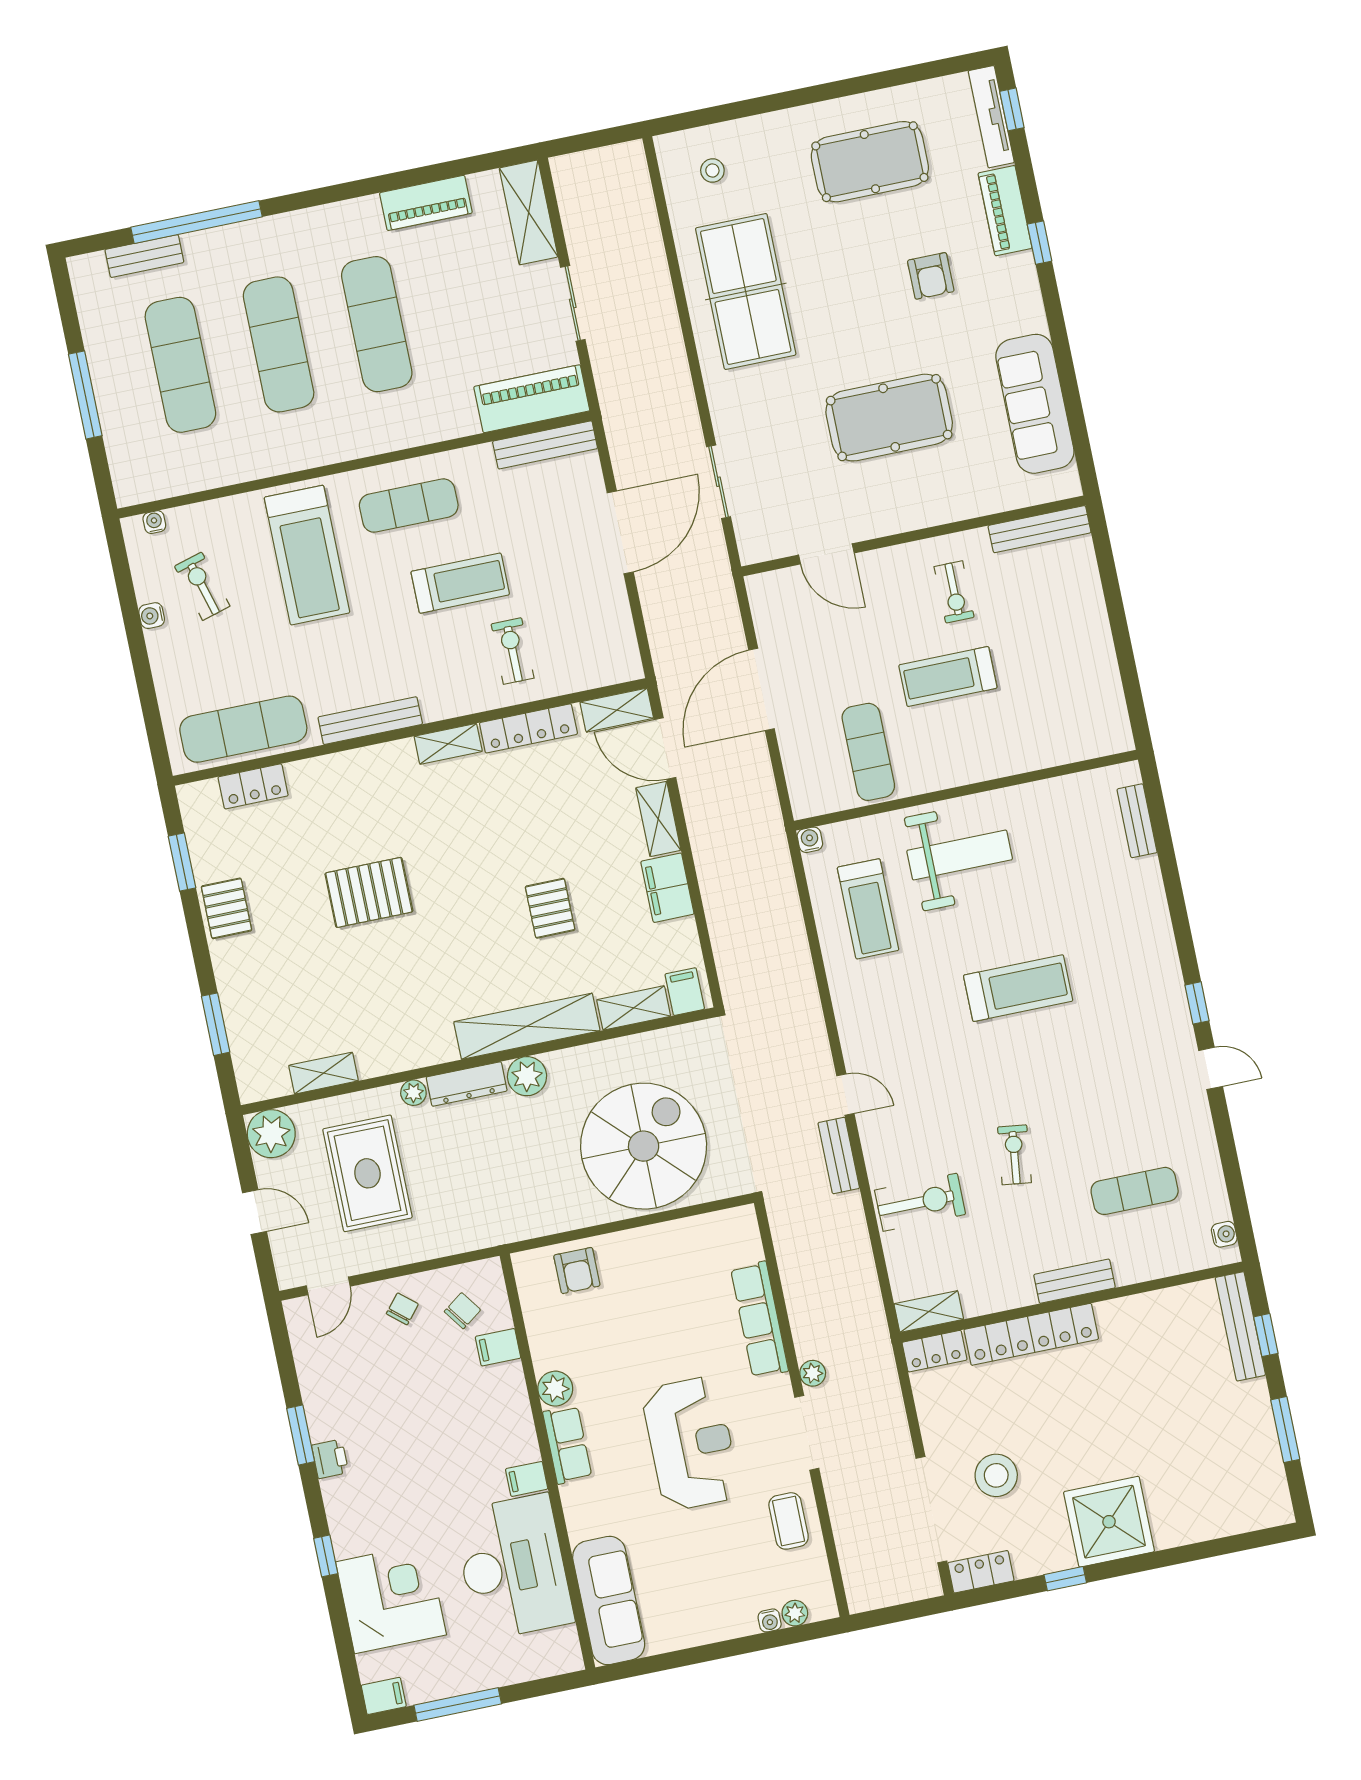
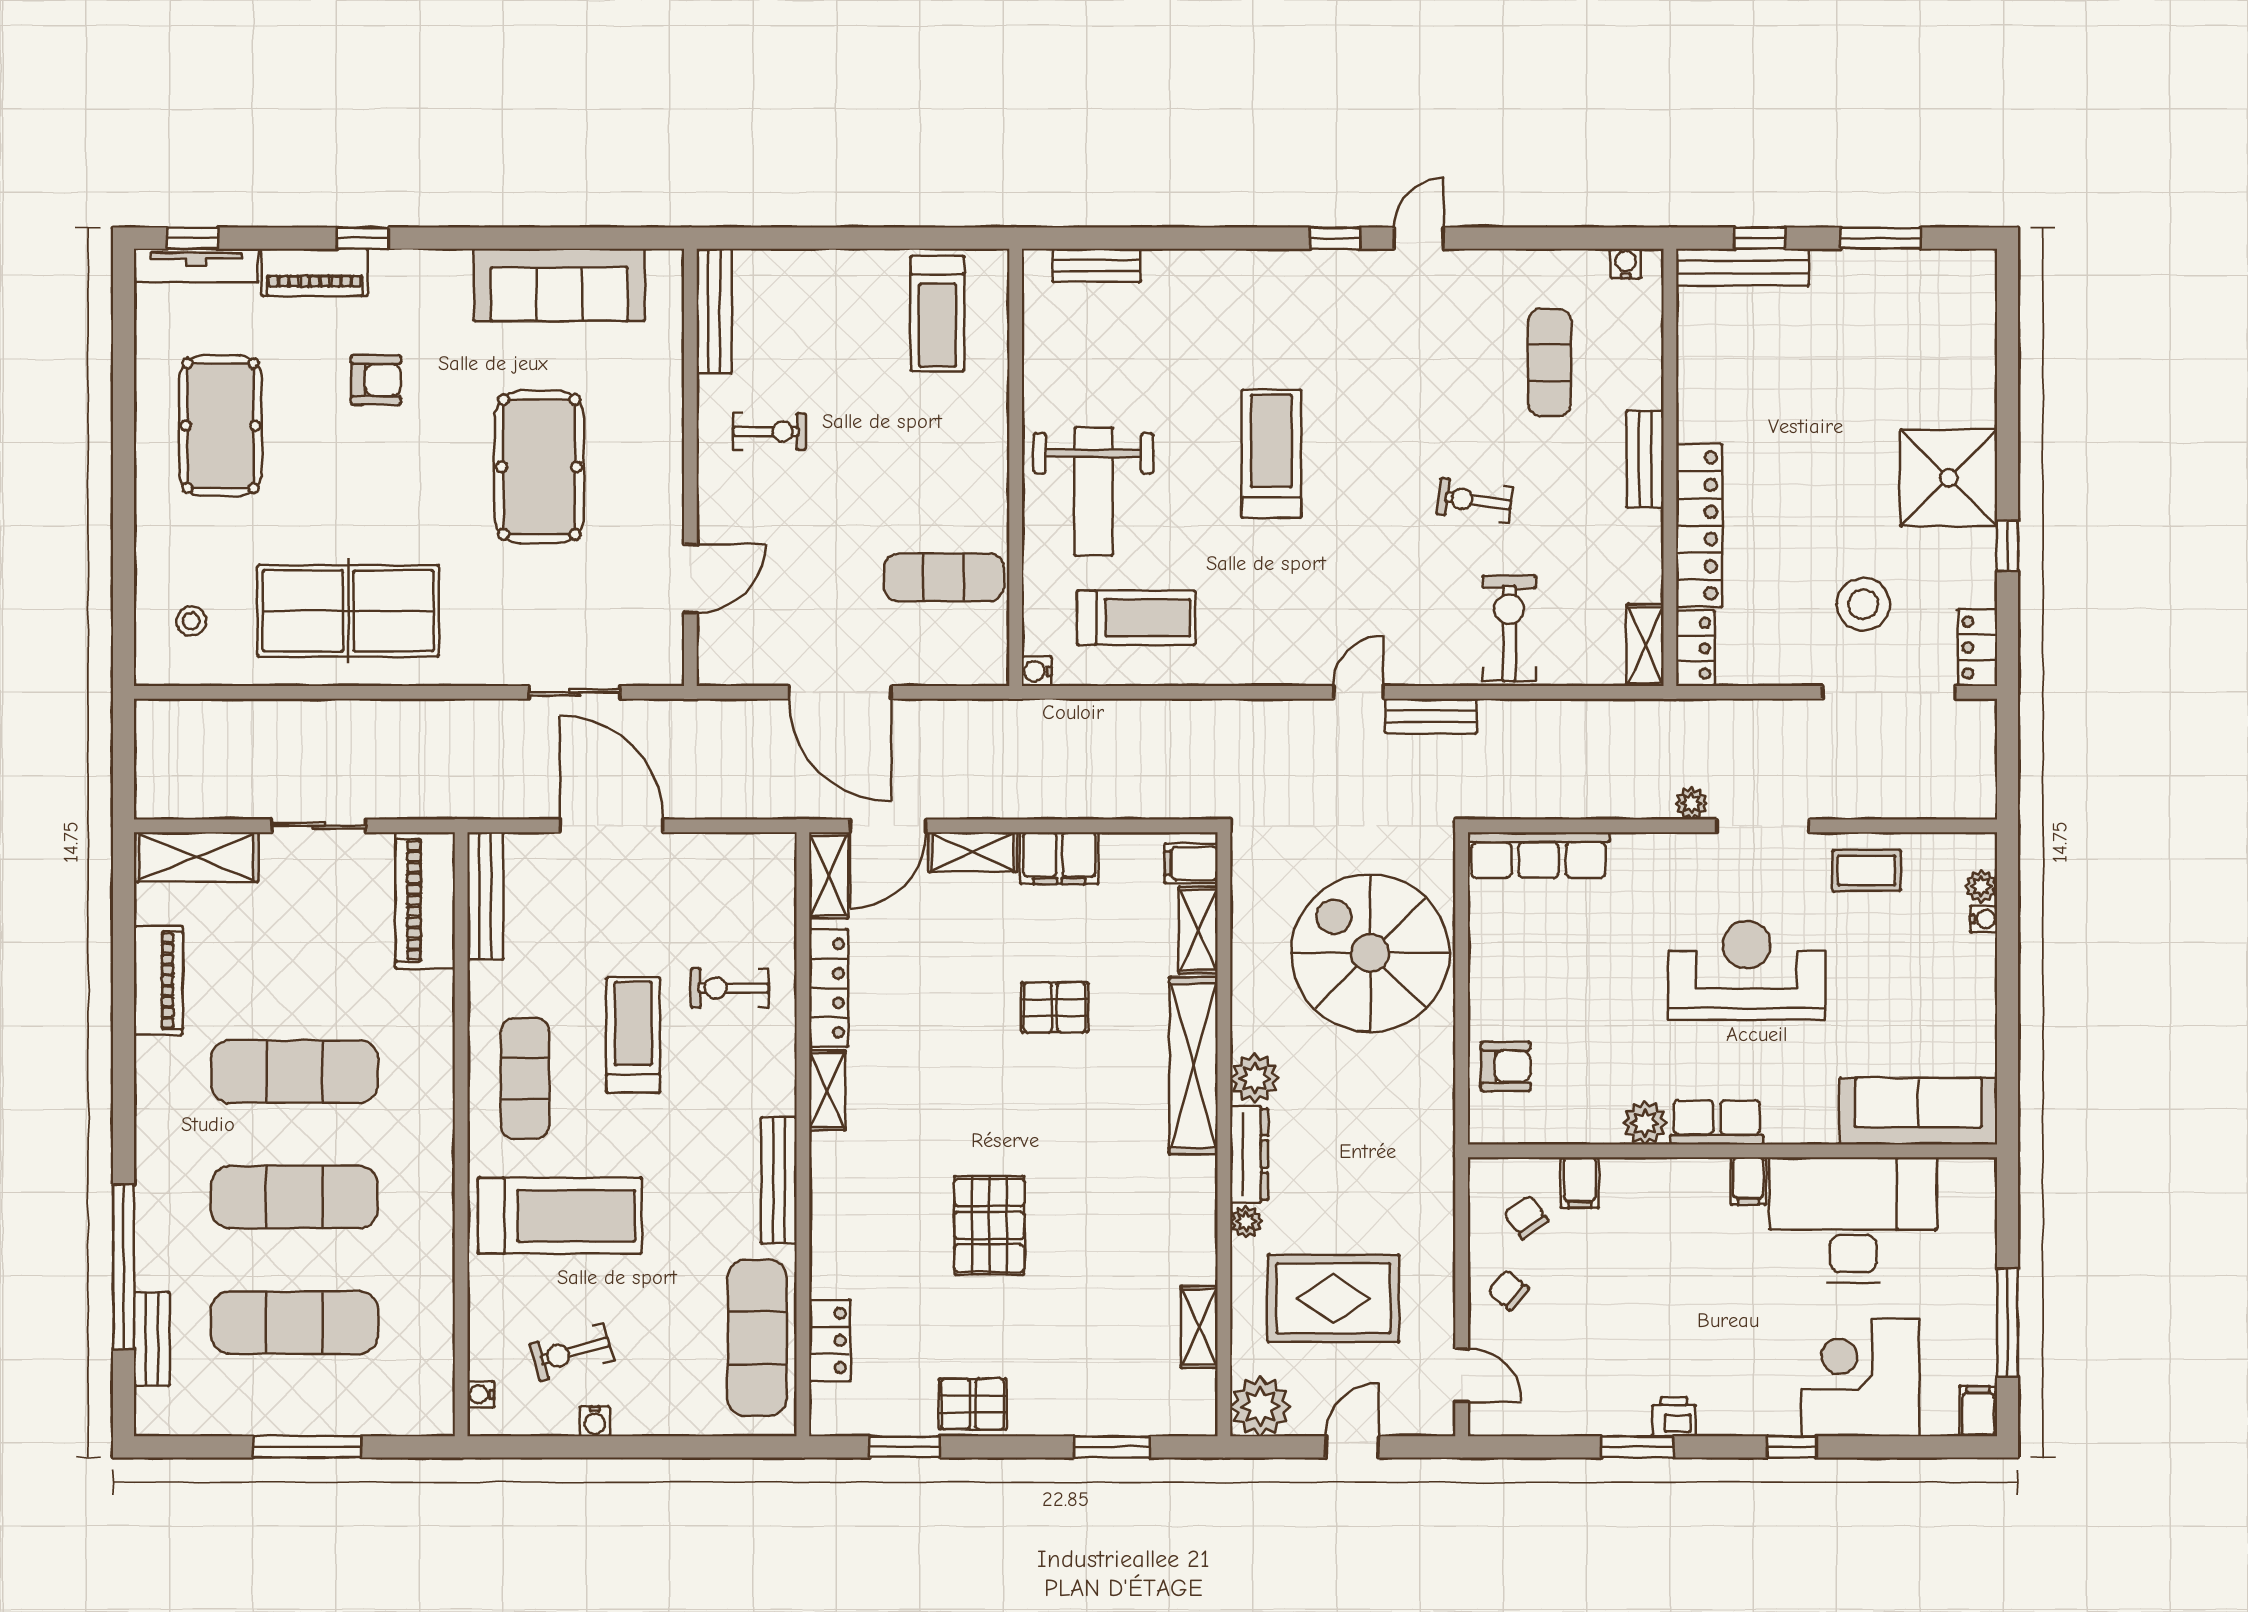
treadmill: (948, 677) -> (937, 314), moved
weight bench: (960, 855) -> (1093, 492), turned 180
row of seats: (759, 1320) -> (1539, 855), moved

